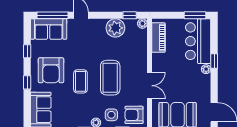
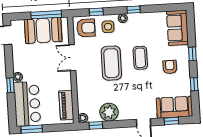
window: (52, 15) -> (171, 121), width x0.46
armchair: (51, 70) -> (170, 67), width x0.53, depth x0.53

